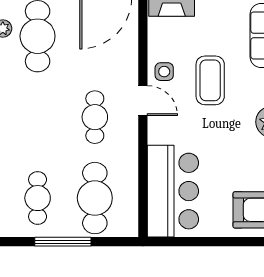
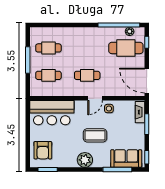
coffee table: (210, 80) -> (95, 135), moved
cafe table: (95, 198) -> (48, 75), width x0.73, depth x0.74

